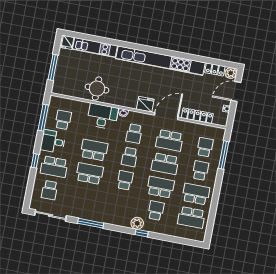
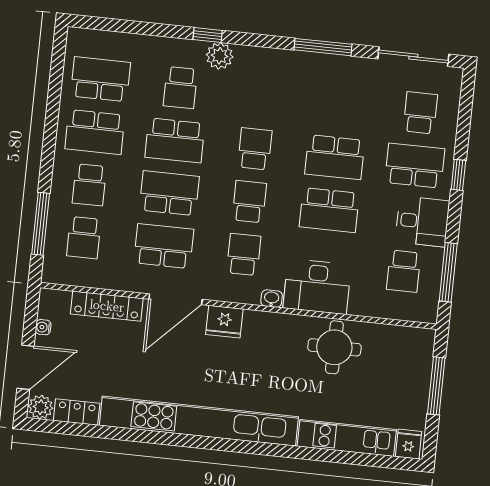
school desk: (125, 180) -> (255, 149), turned 180

